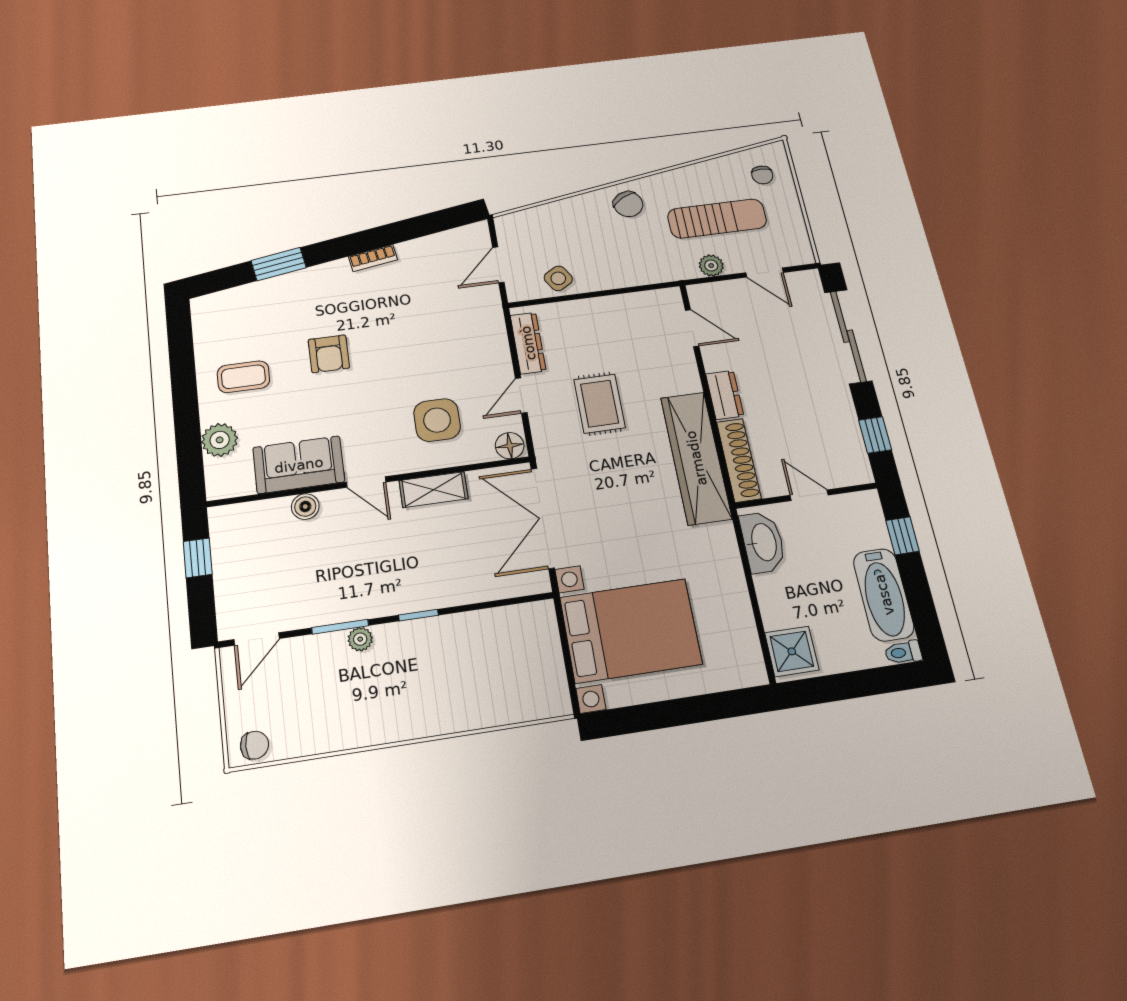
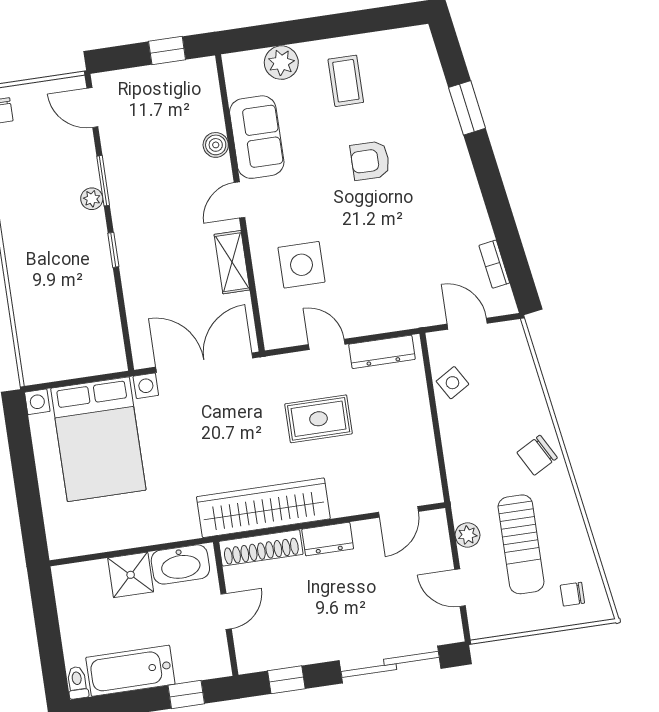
bookcase: (373, 258) -> (494, 264), moved
door: (765, 273) -> (460, 588), hinge flipped
floor lamp: (510, 446) -> (276, 333), removed
shower: (792, 651) -> (131, 575), moved

